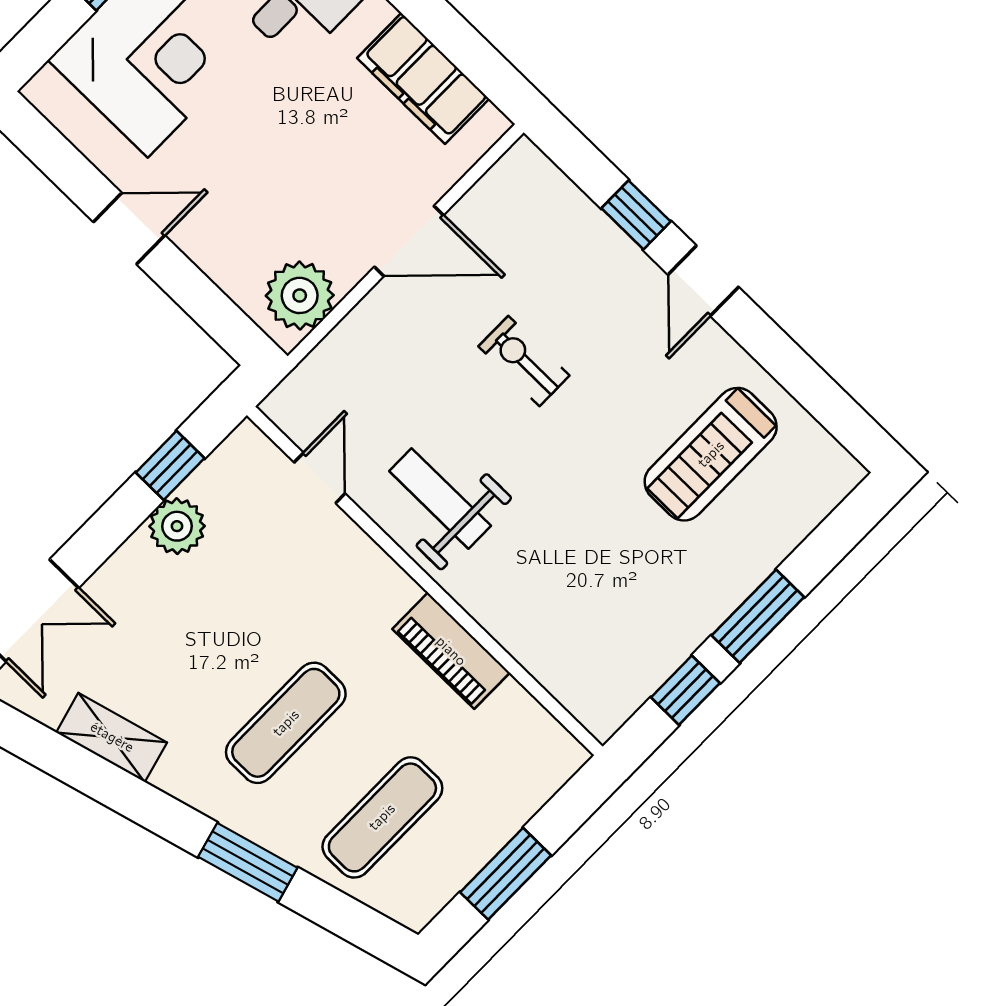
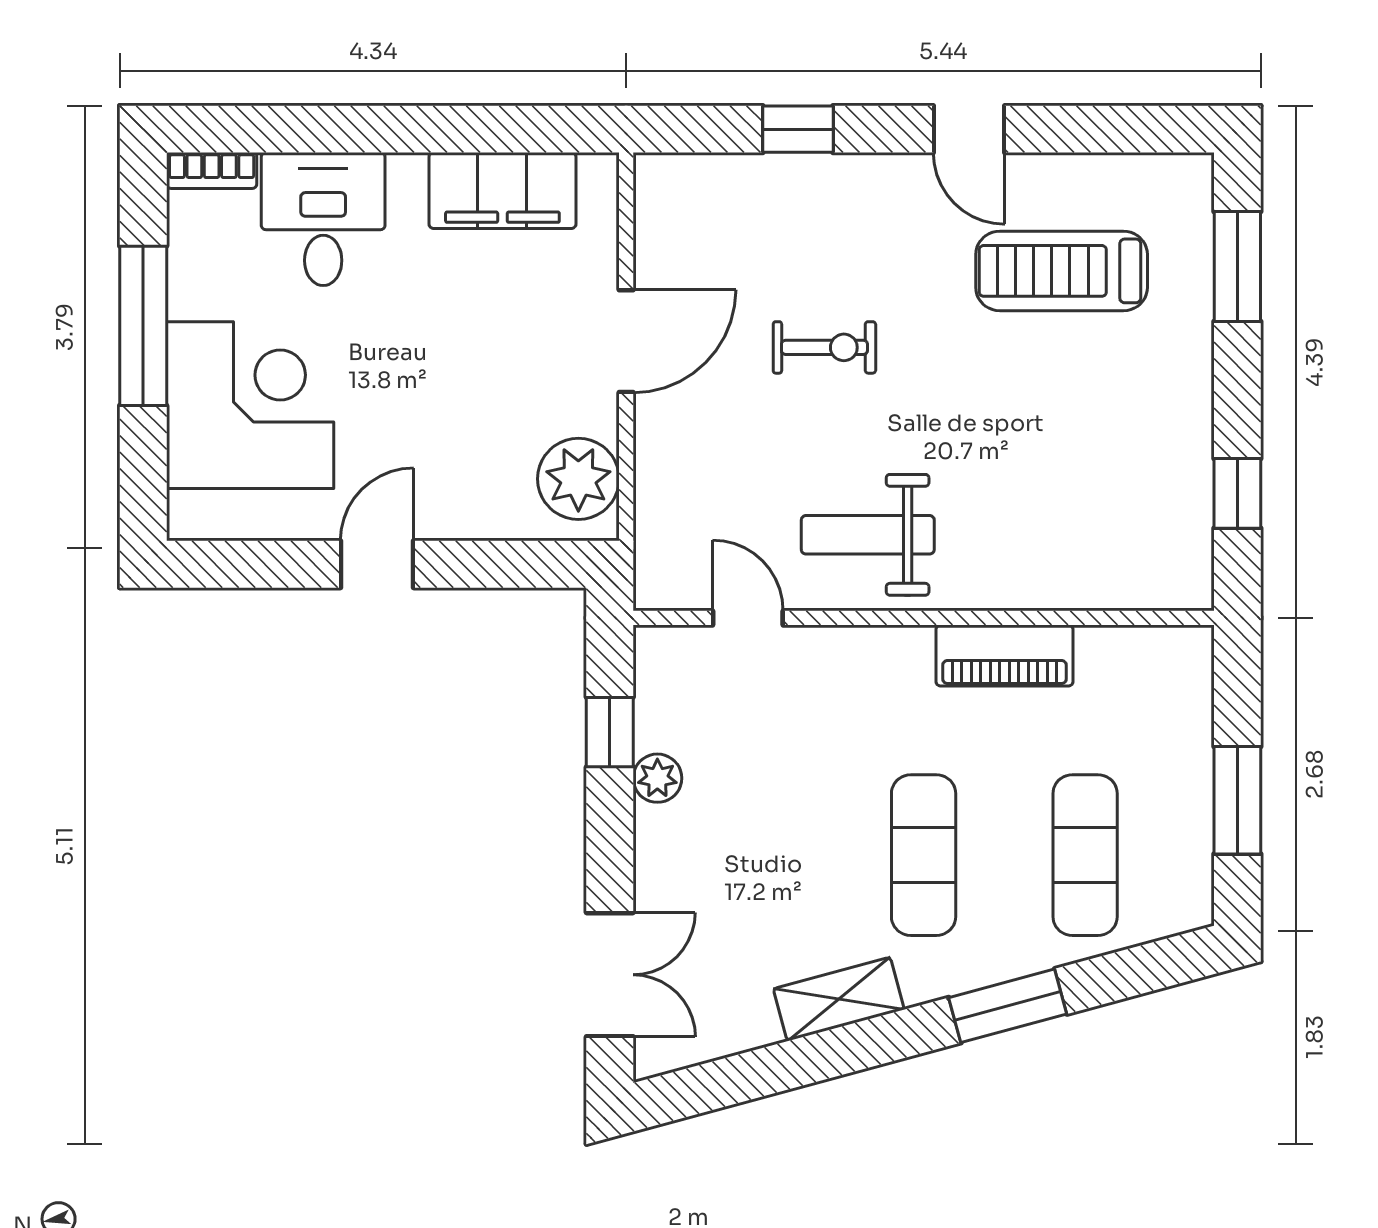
door: (703, 281) -> (969, 129), moved
exercise bike: (524, 361) -> (824, 347), turned 180
treadmill: (711, 454) -> (1062, 271), turned 90
plant: (177, 526) -> (657, 778), width x0.73, depth x0.73
window: (758, 616) -> (1237, 266), moved
shelving: (112, 737) -> (839, 999), moved

